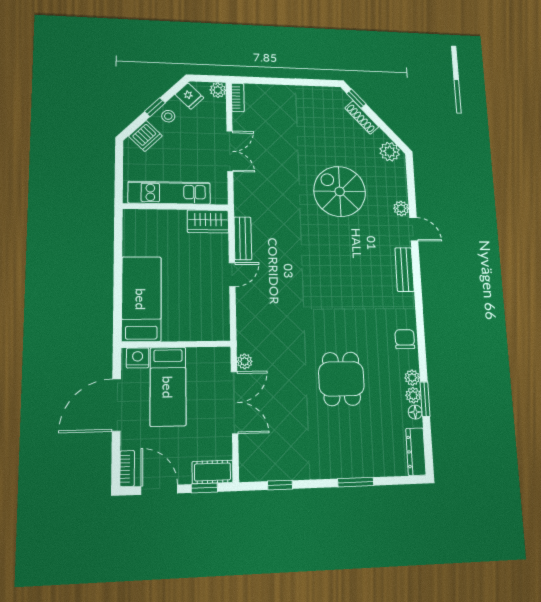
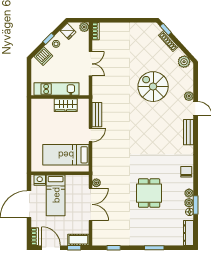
wardrobe: (208, 221) -> (66, 105), moved
bed: (141, 299) -> (66, 155), moved, turned -90

